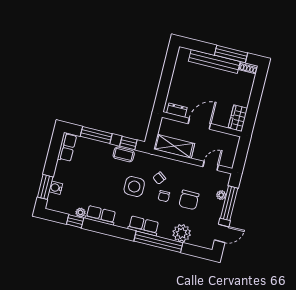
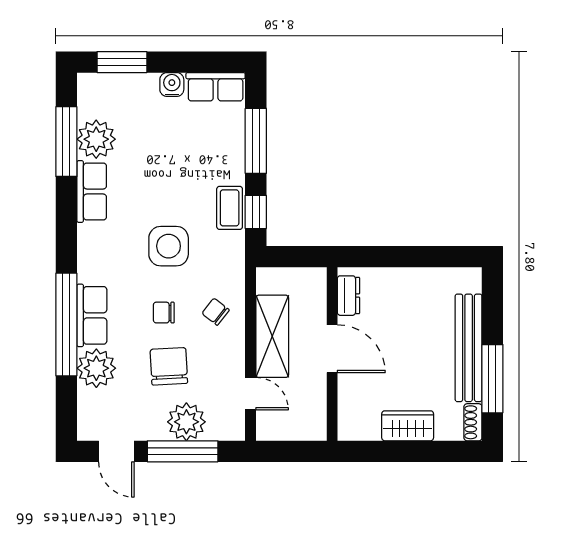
wardrobe: (238, 118) -> (408, 426), moved
shelving: (174, 146) -> (272, 336), moved
chair: (159, 178) -> (216, 312), moved
water cooler: (56, 188) -> (172, 85), moved
plant: (221, 195) -> (186, 422), width x1.88, depth x1.88
chair: (189, 200) -> (169, 366), turned 87
plant: (80, 212) -> (96, 139), width x1.88, depth x1.88
window: (75, 221) -> (66, 142), width x2.17
row of seats: (143, 226) -> (92, 315), moved

